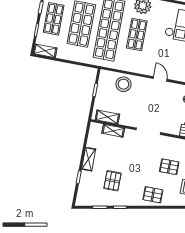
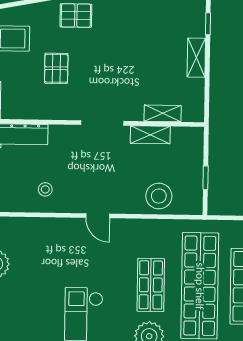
shelving: (107, 117) -> (150, 135), moved
pallet: (169, 167) -> (56, 68), turned 90
pallet: (112, 181) -> (149, 28), removed

